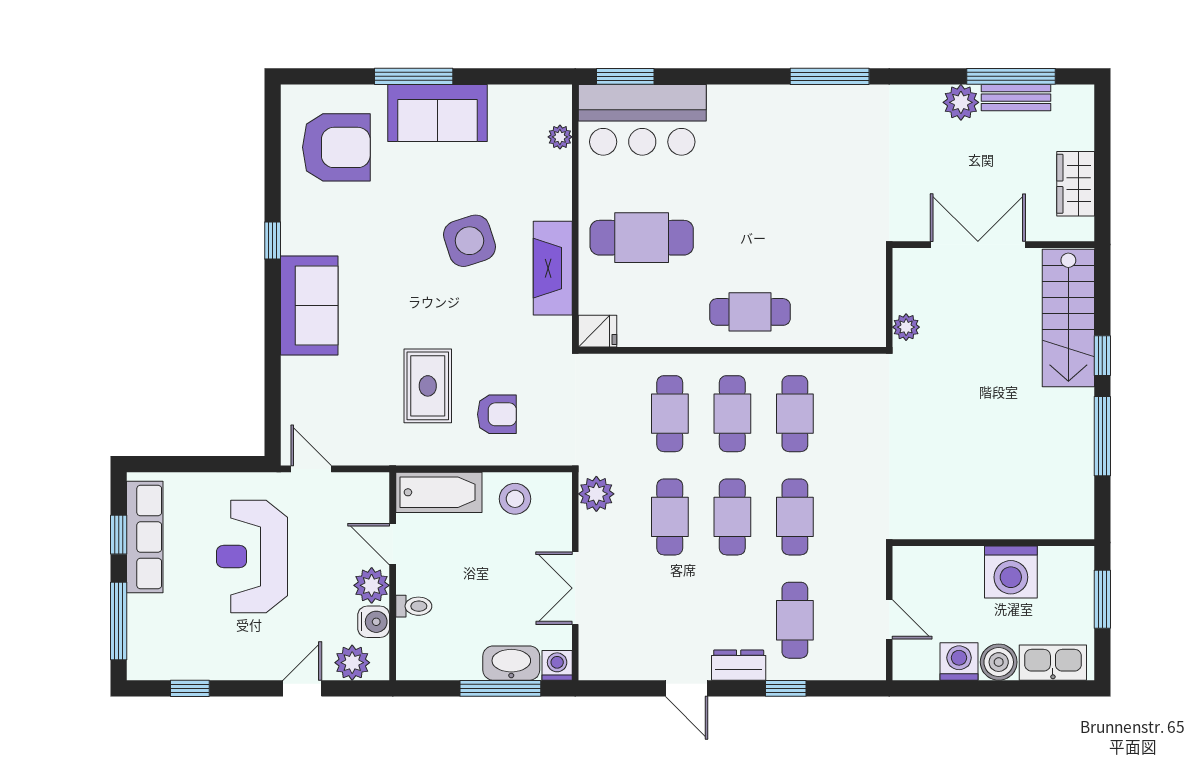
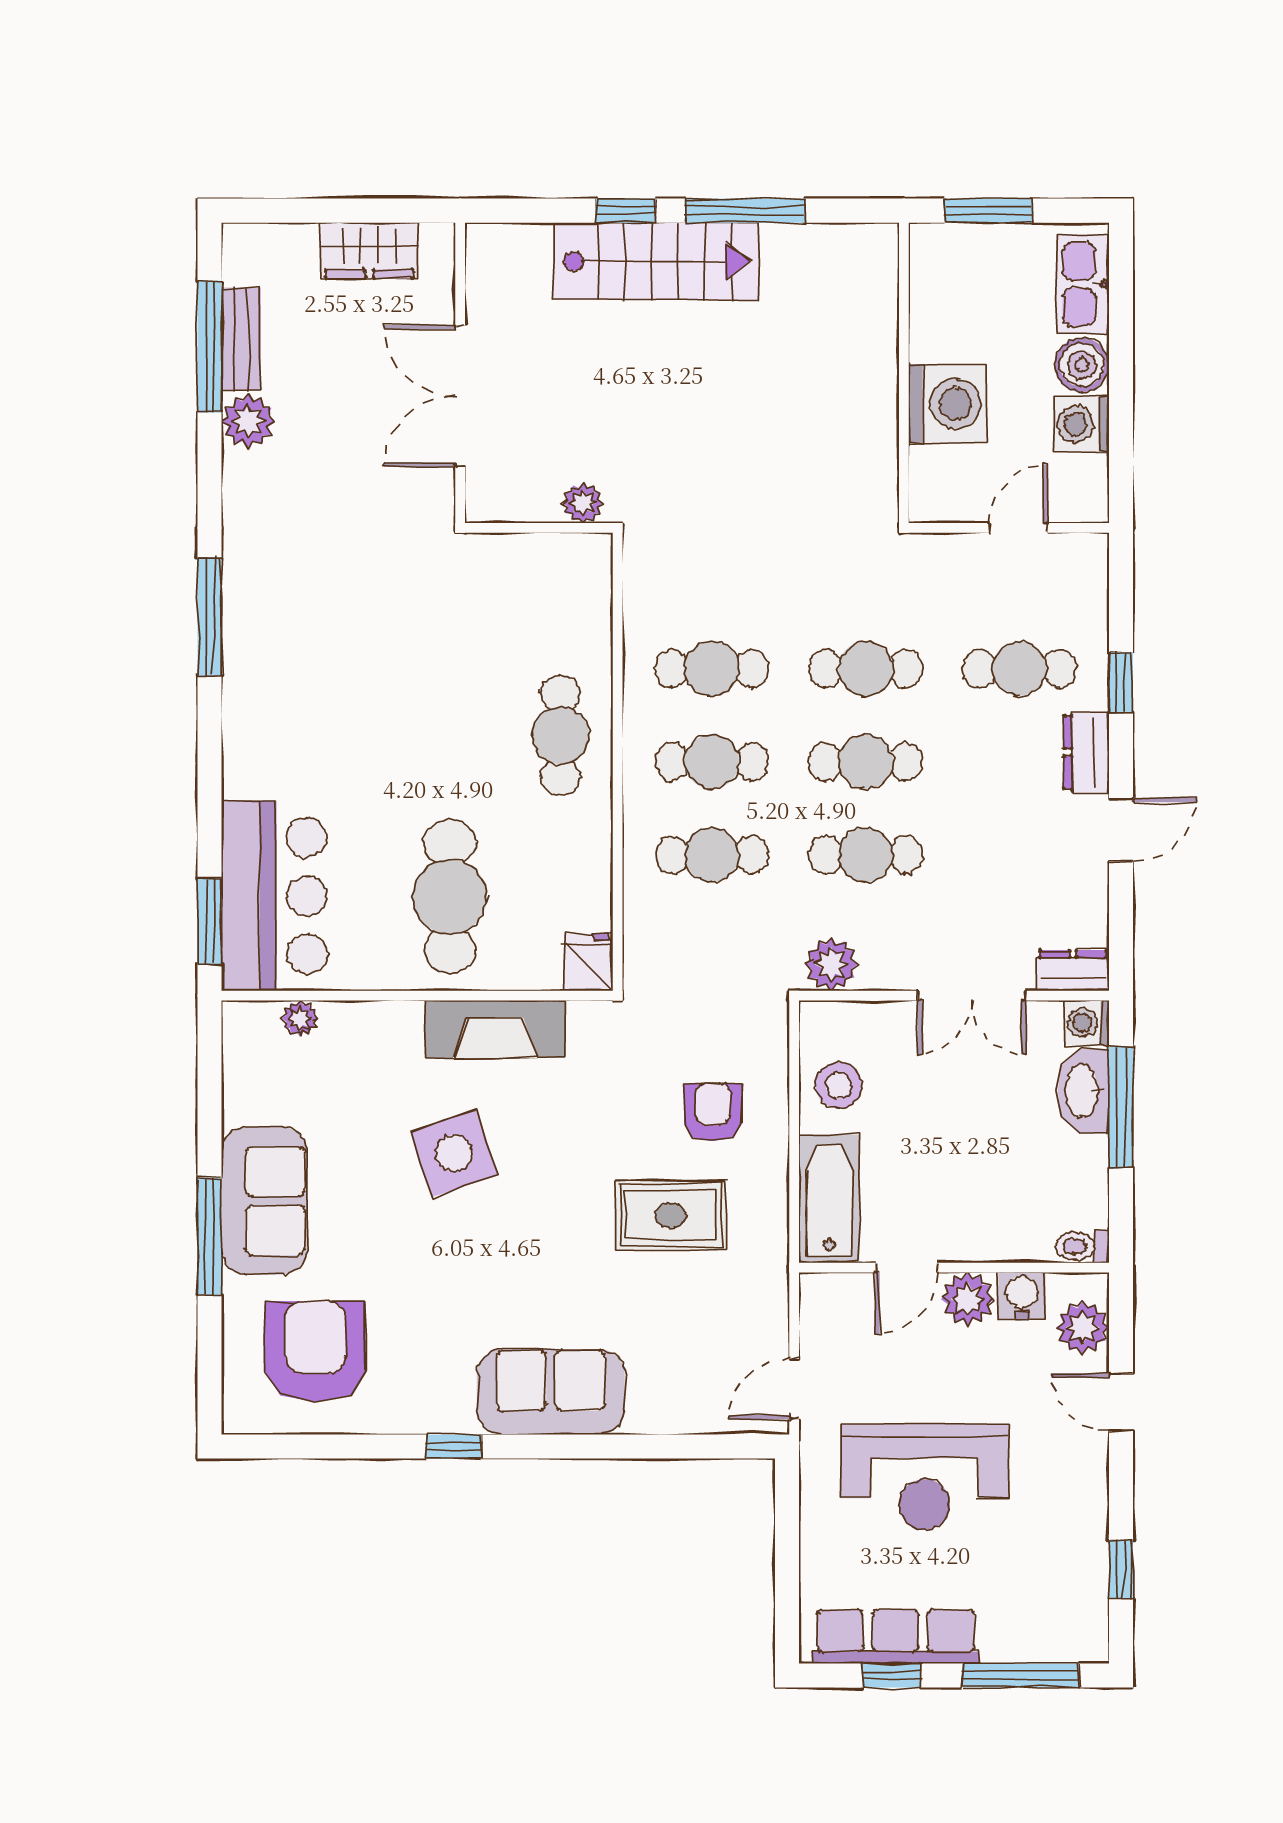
stairs: (1068, 318) -> (656, 261), moved
washing machine: (1011, 572) -> (948, 404), moved
toilet: (414, 606) -> (1082, 1246), moved, turned -90
dresser: (592, 656) -> (1073, 970), added

